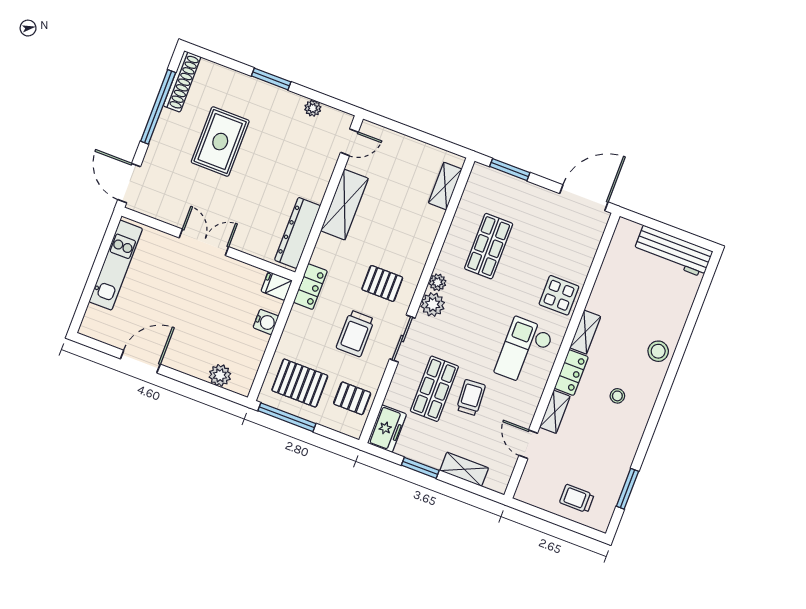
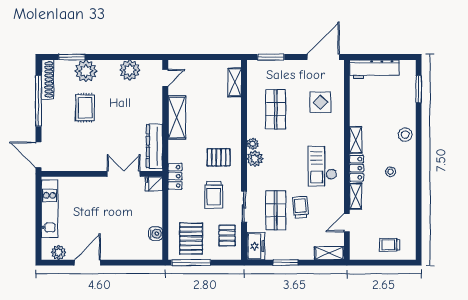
window: (271, 79) -> (72, 57), moved
plant: (241, 90) -> (86, 71), added
plant: (313, 108) -> (130, 70), width x1.88, depth x1.88
rug: (220, 142) -> (85, 108), width x0.73, depth x0.70
double door: (204, 242) -> (124, 174), moved
workbench: (673, 251) -> (374, 69), moved
display table: (559, 295) -> (320, 102), moved
water cooler: (266, 322) -> (156, 234), moved
sliding door: (402, 339) -> (244, 206), moved
plant: (220, 375) -> (58, 252), moved
pallet: (300, 383) -> (191, 238), turned 90
pallet: (352, 398) -> (227, 236), turned 90
door: (528, 444) -> (347, 223), hinge flipped
shelving: (464, 469) -> (329, 253), moved
window: (627, 489) -> (419, 89), moved

